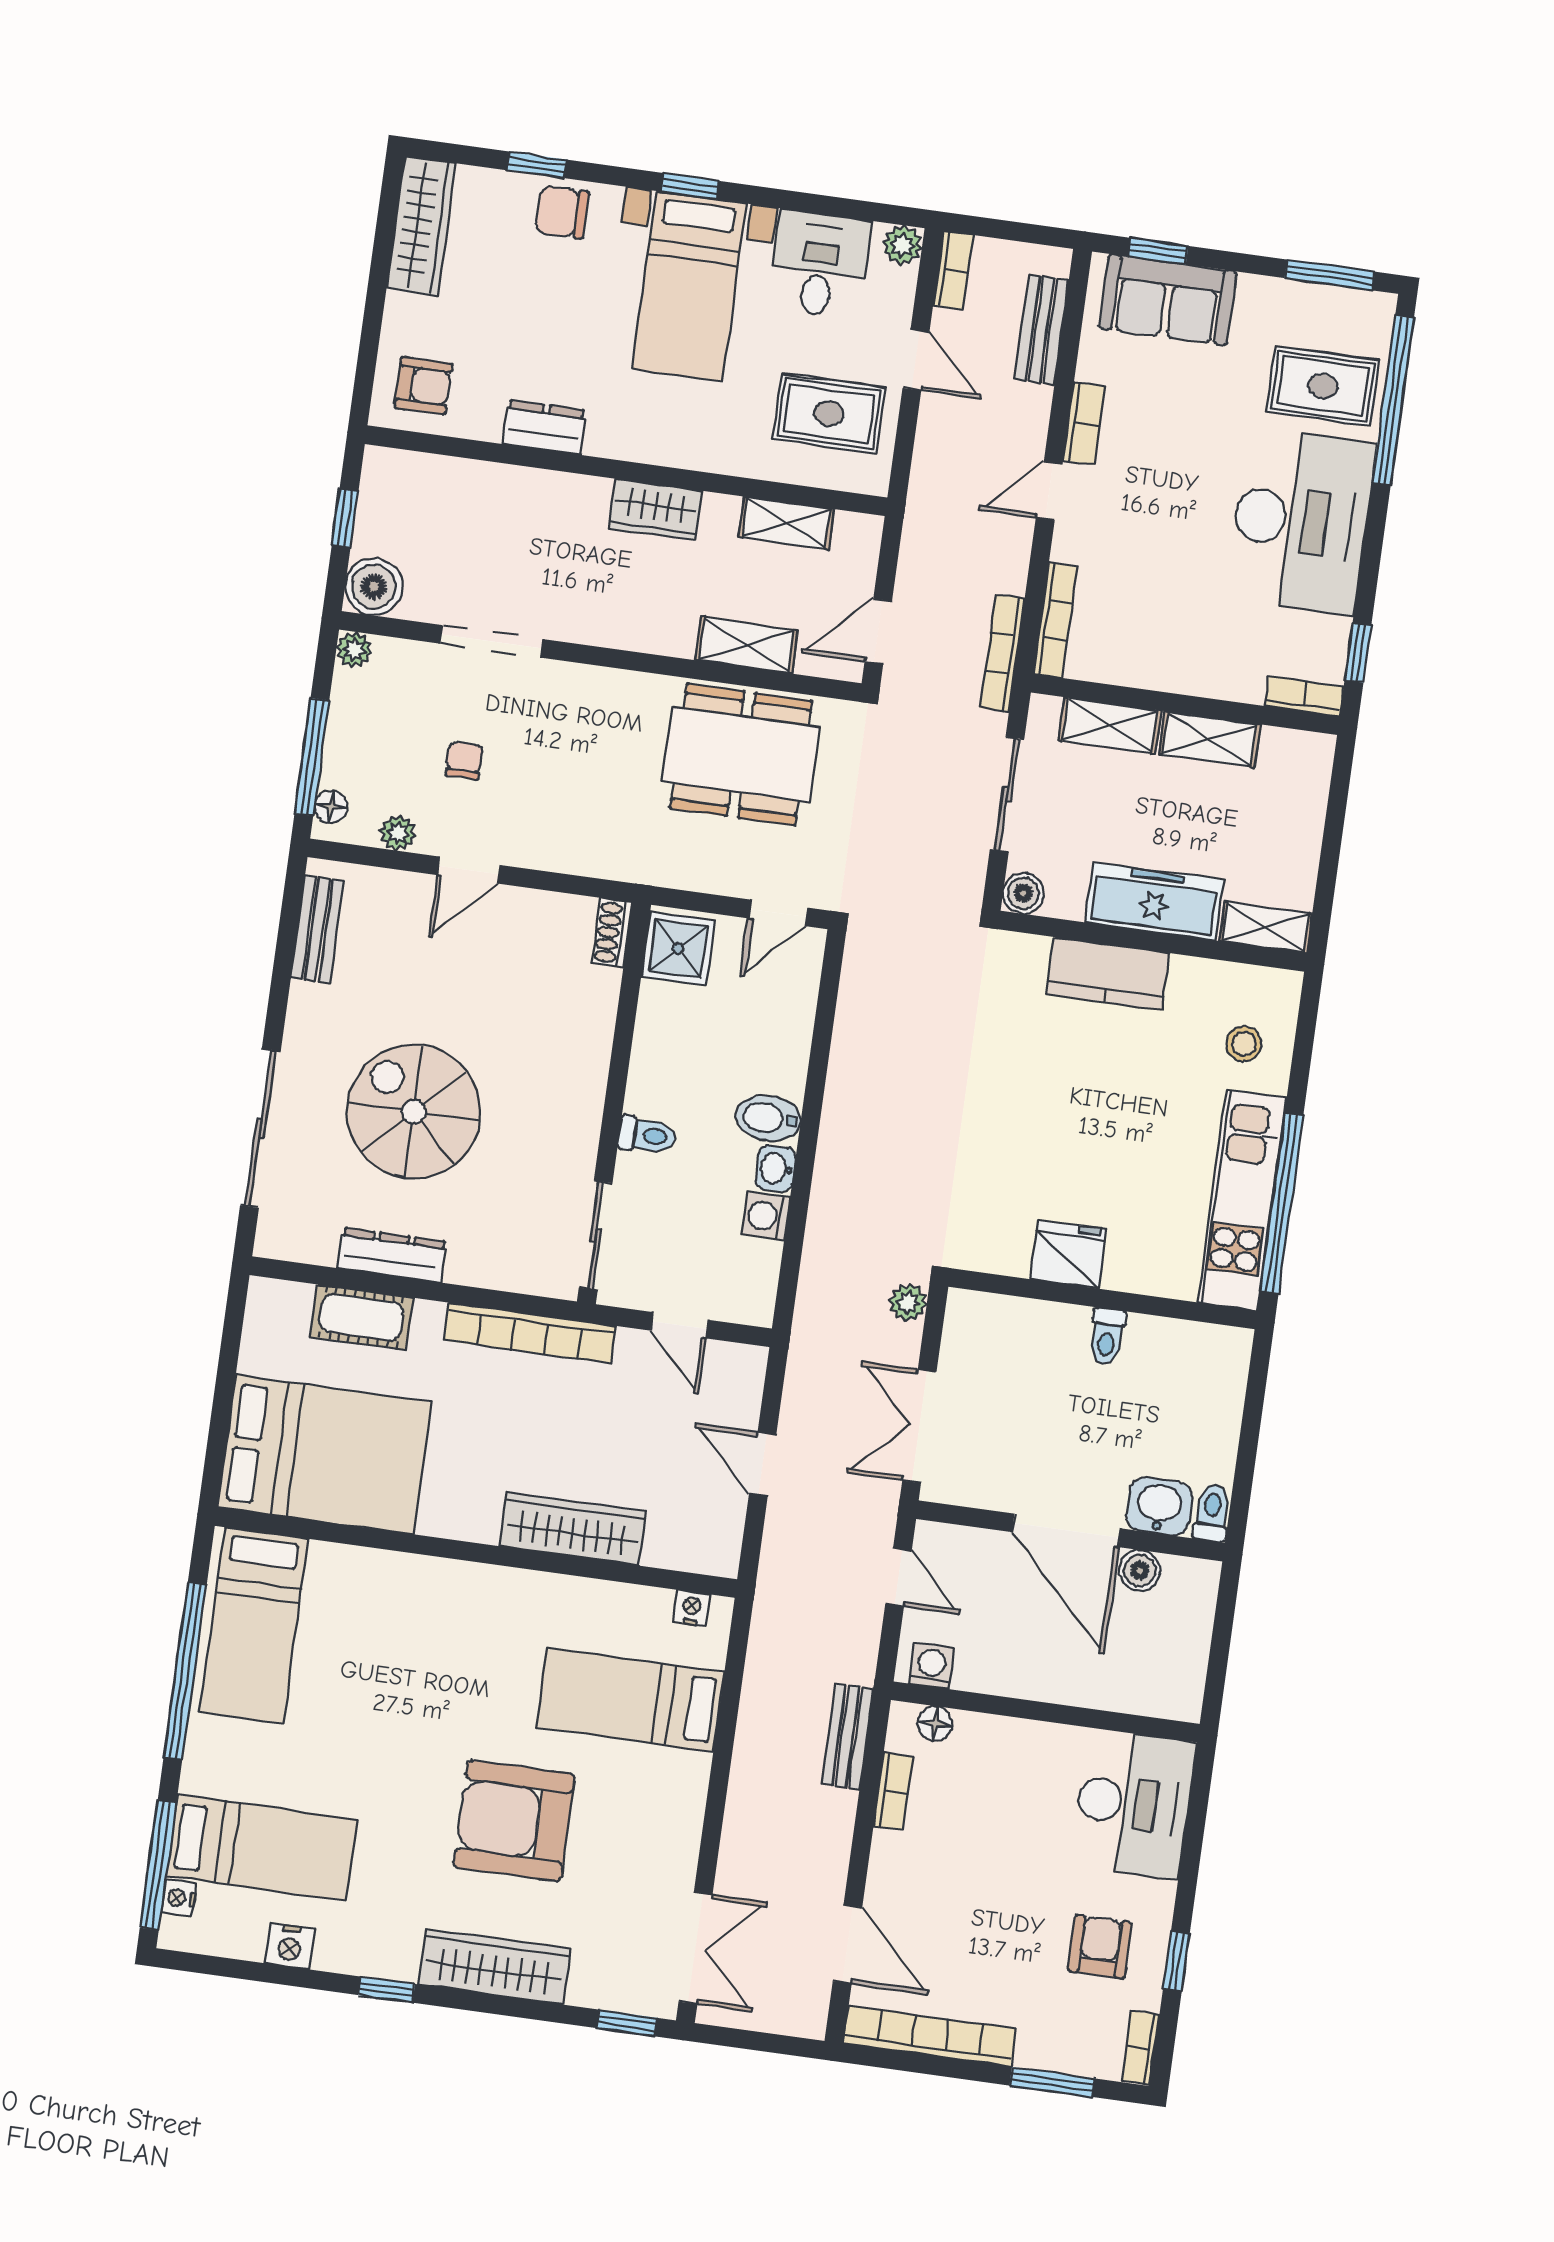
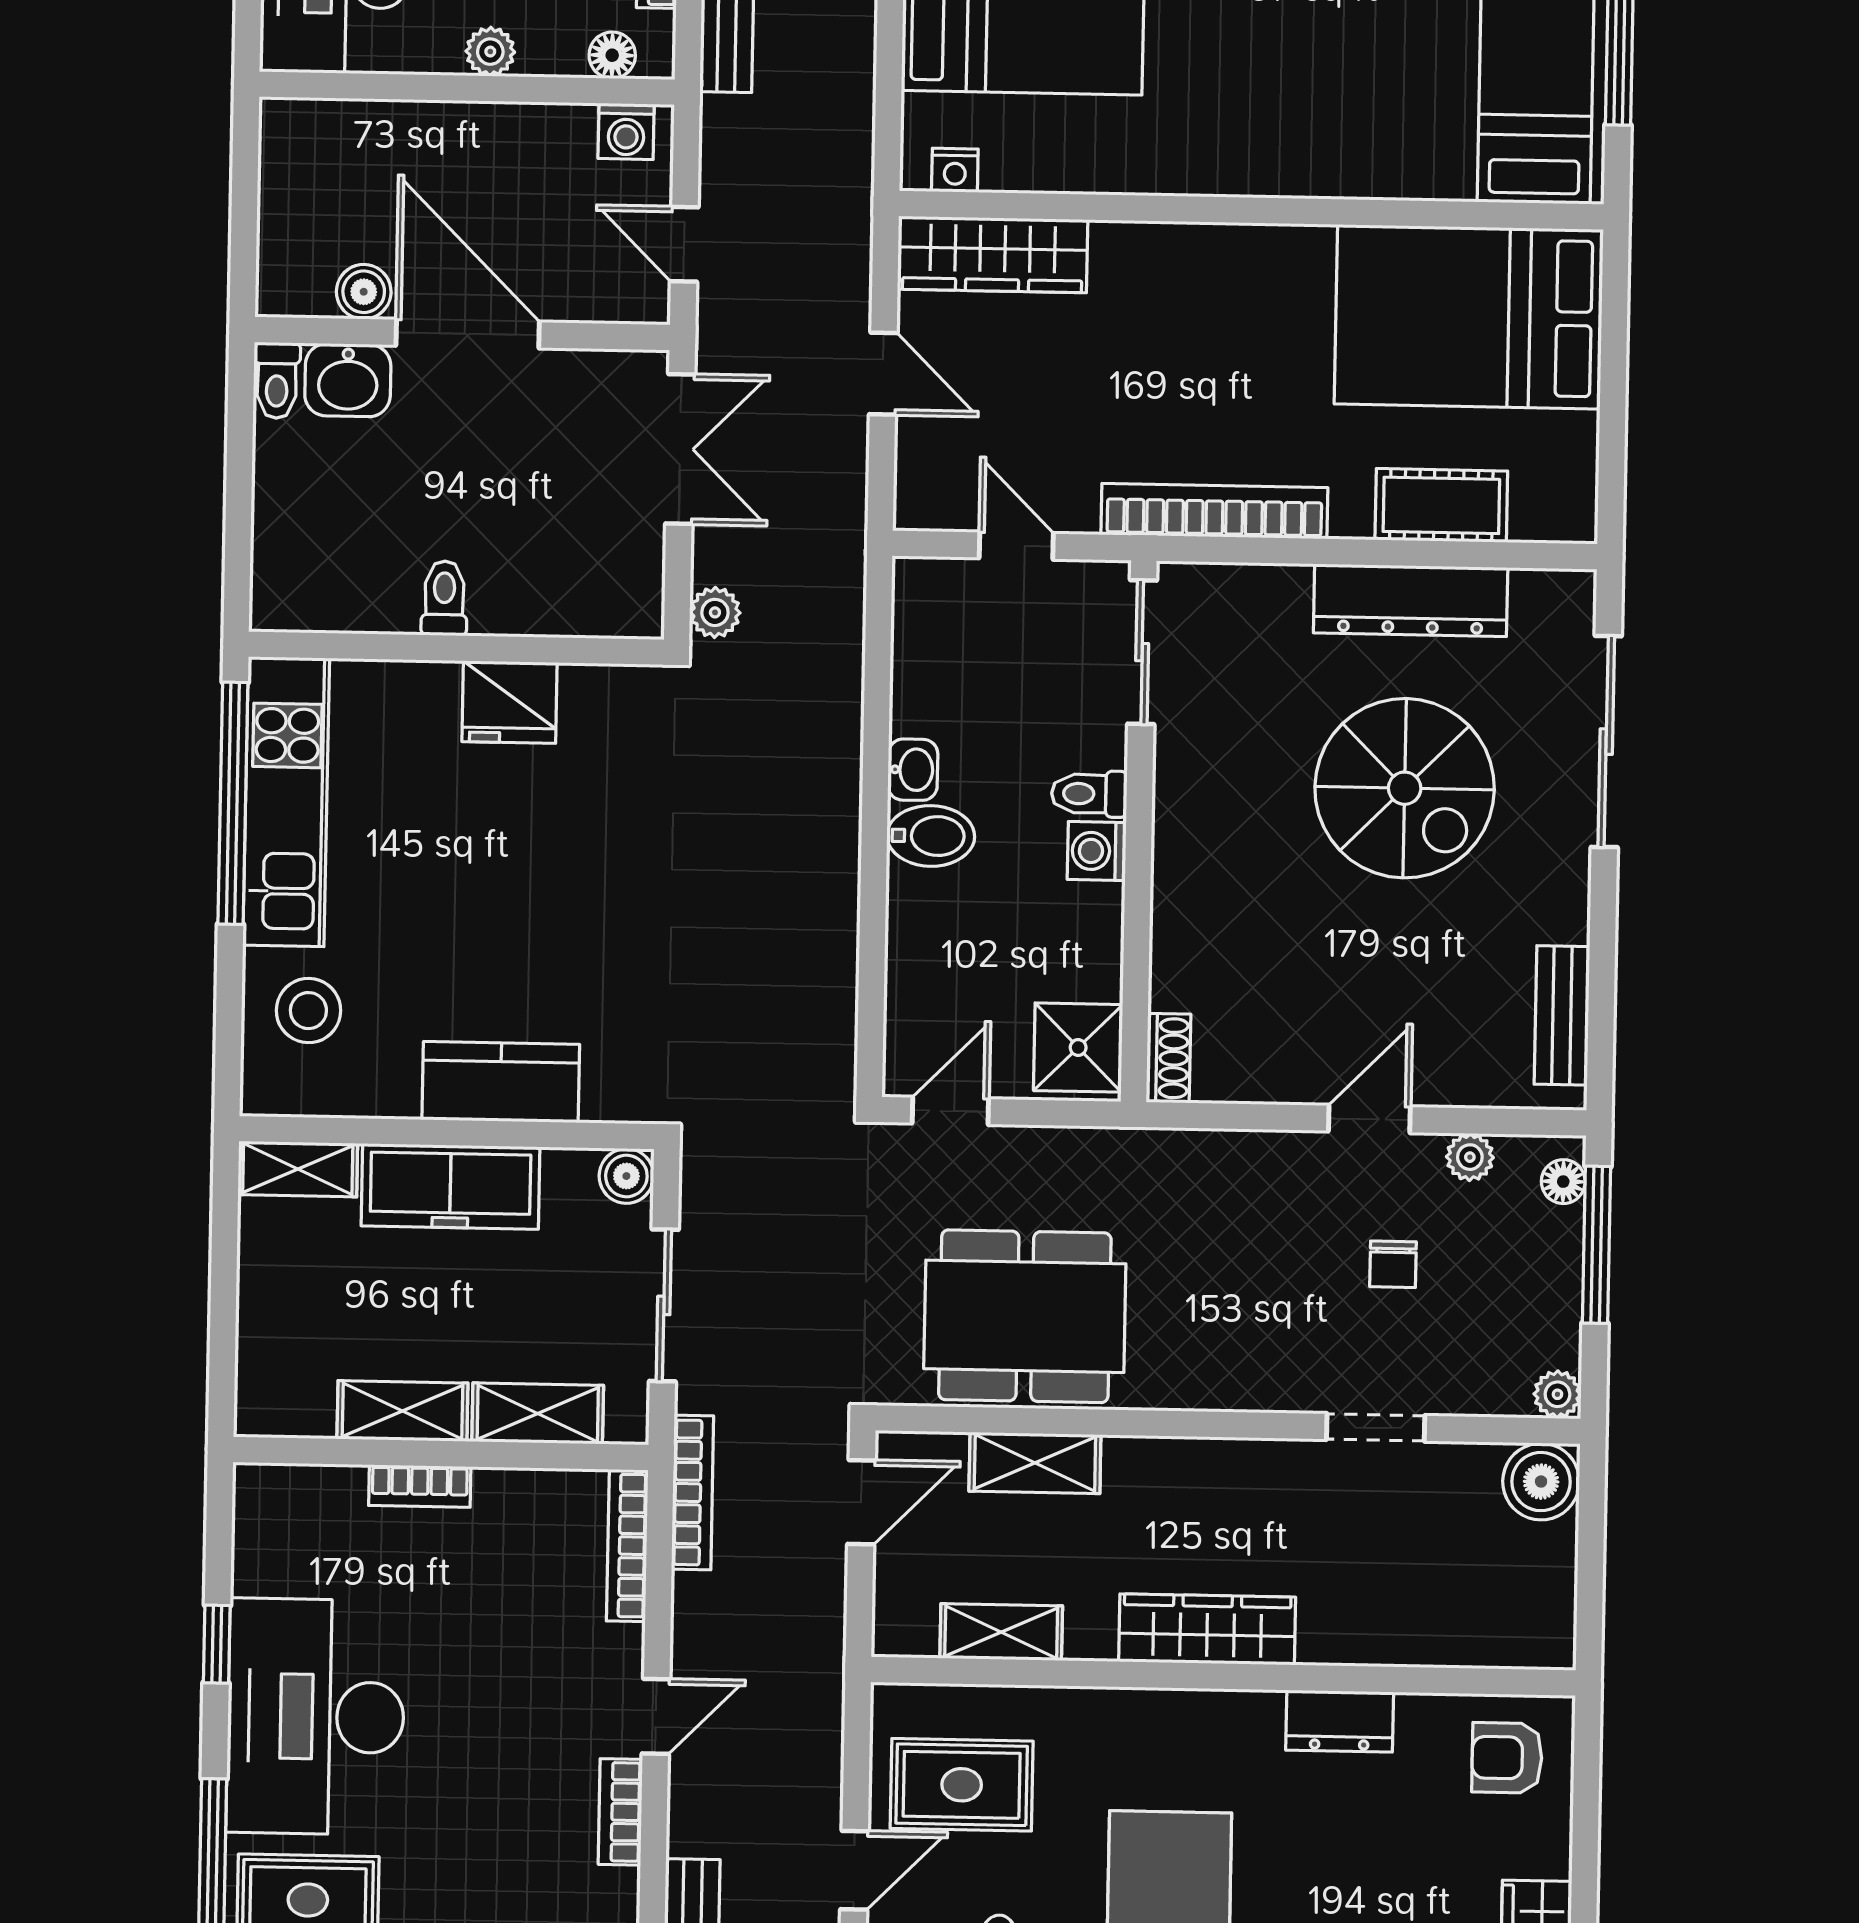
door: (916, 360) -> (854, 1870), swing flipped
wardrobe: (655, 510) -> (1207, 1629), width x1.50
window: (345, 518) -> (1590, 1568), removed
doorway: (491, 641) -> (1376, 1427), width x0.73
window: (1358, 653) -> (217, 1644), moved
bookcase: (1304, 696) -> (420, 1486), moved
stool: (1244, 1044) -> (308, 1011), width x1.37, depth x1.37
washing machine: (766, 1216) -> (1097, 851), moved, turned 180
dresser: (392, 1255) -> (1411, 600), width x1.37, depth x1.24
wardrobe: (573, 1529) -> (993, 254), moved
plant: (1025, 1737) -> (490, 52), added

